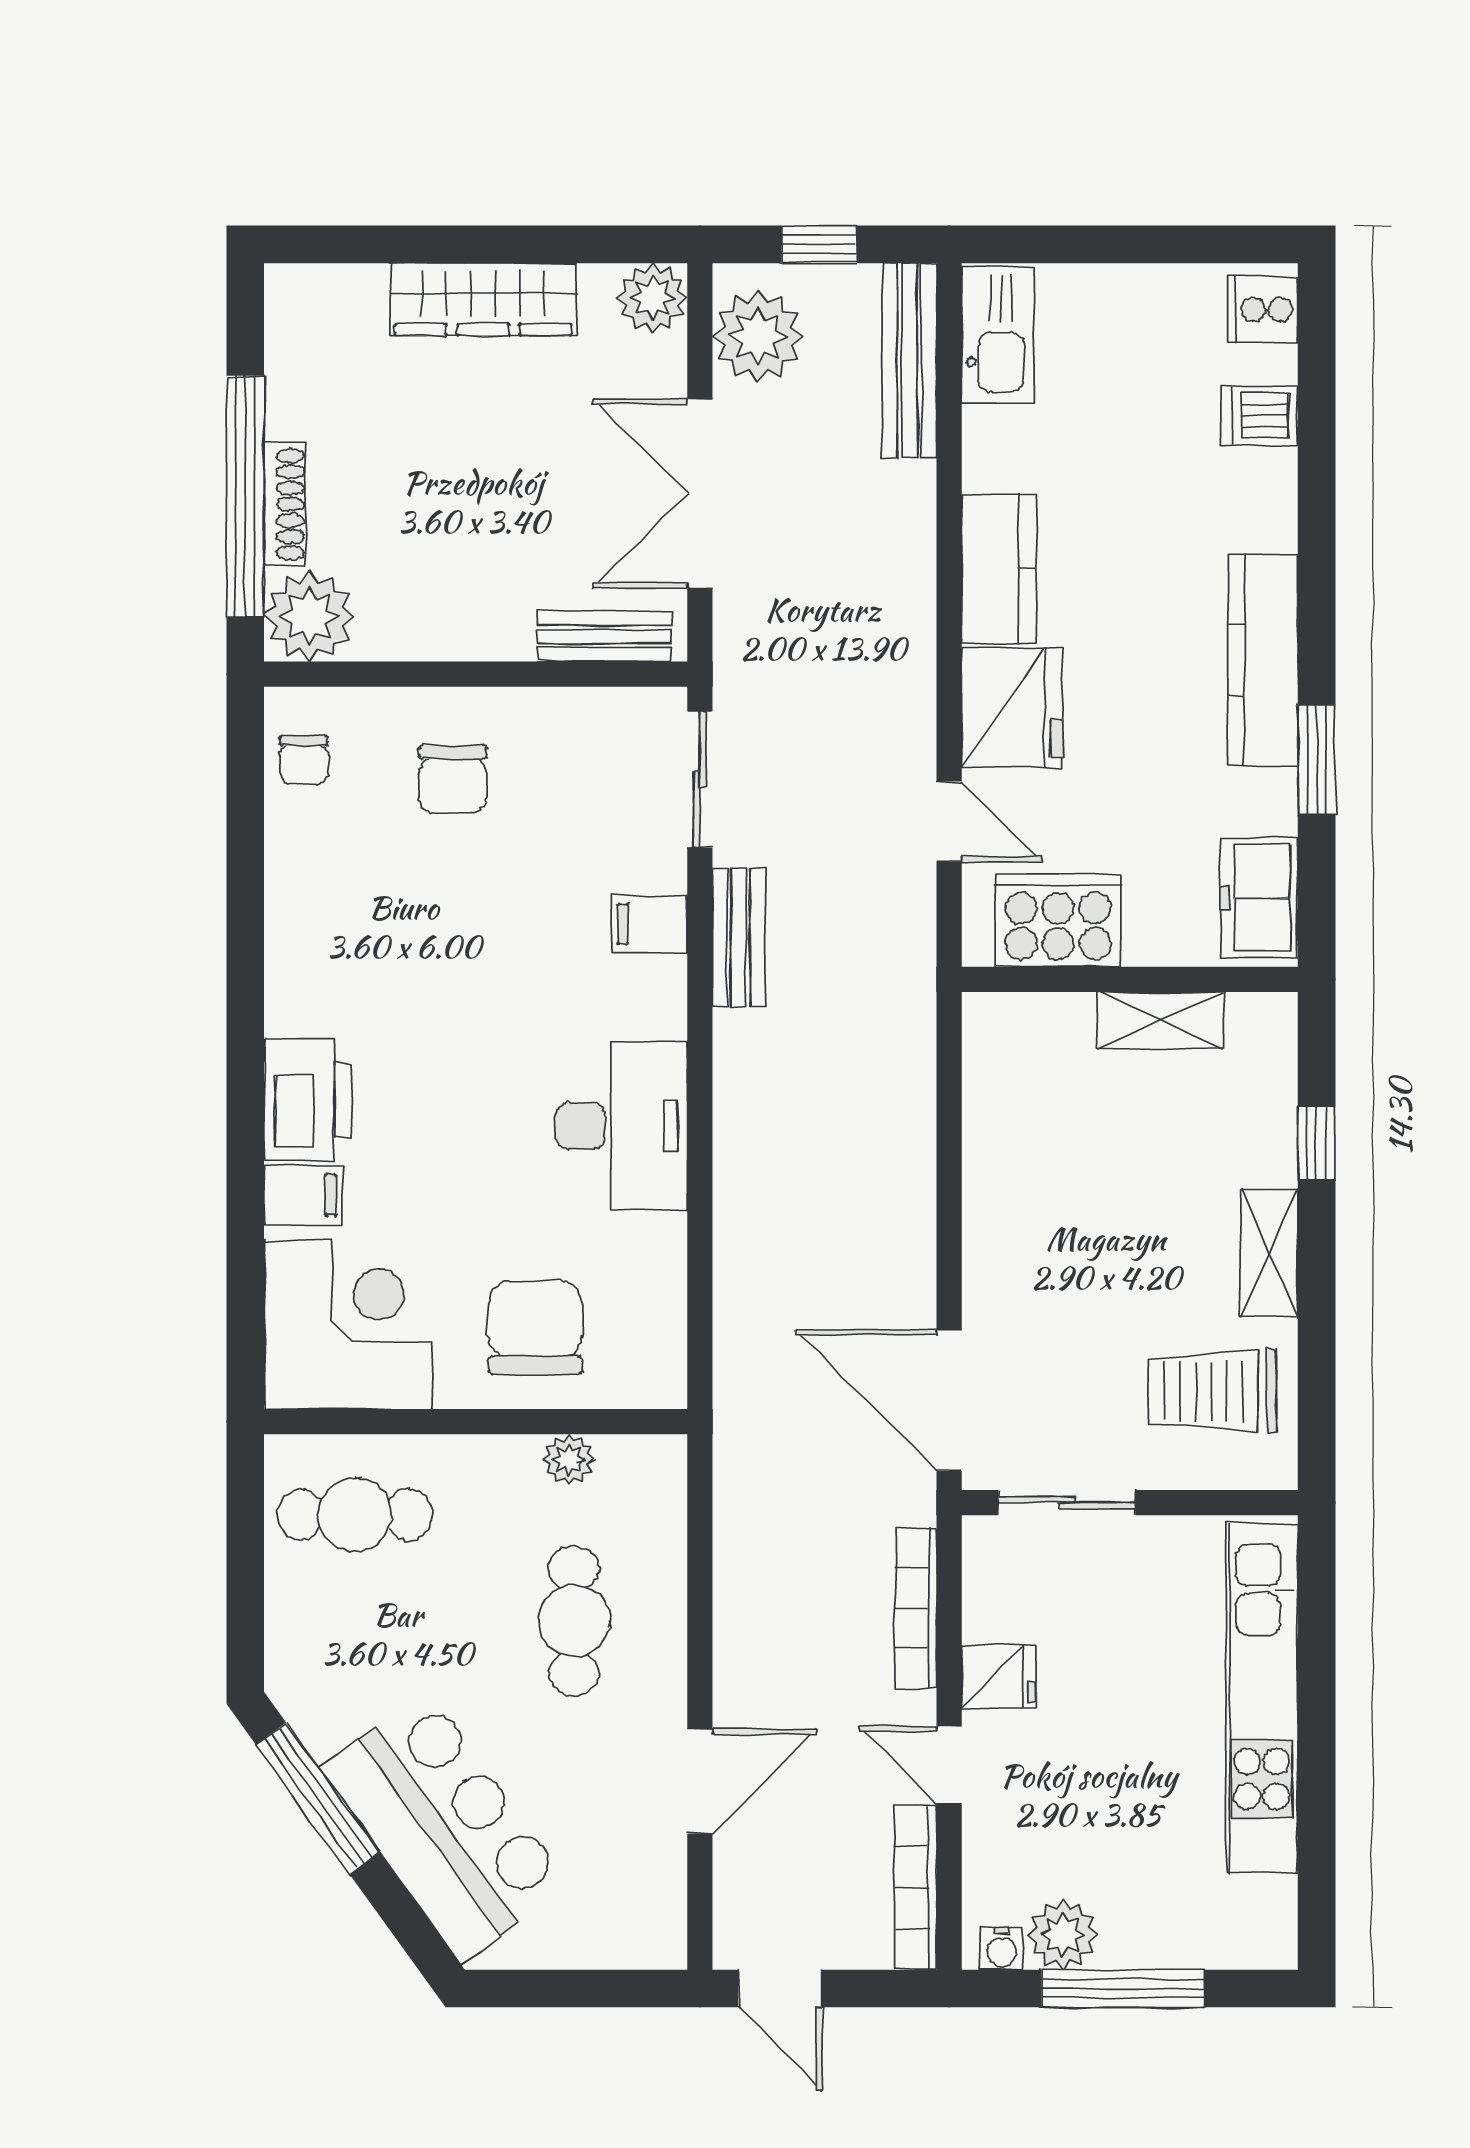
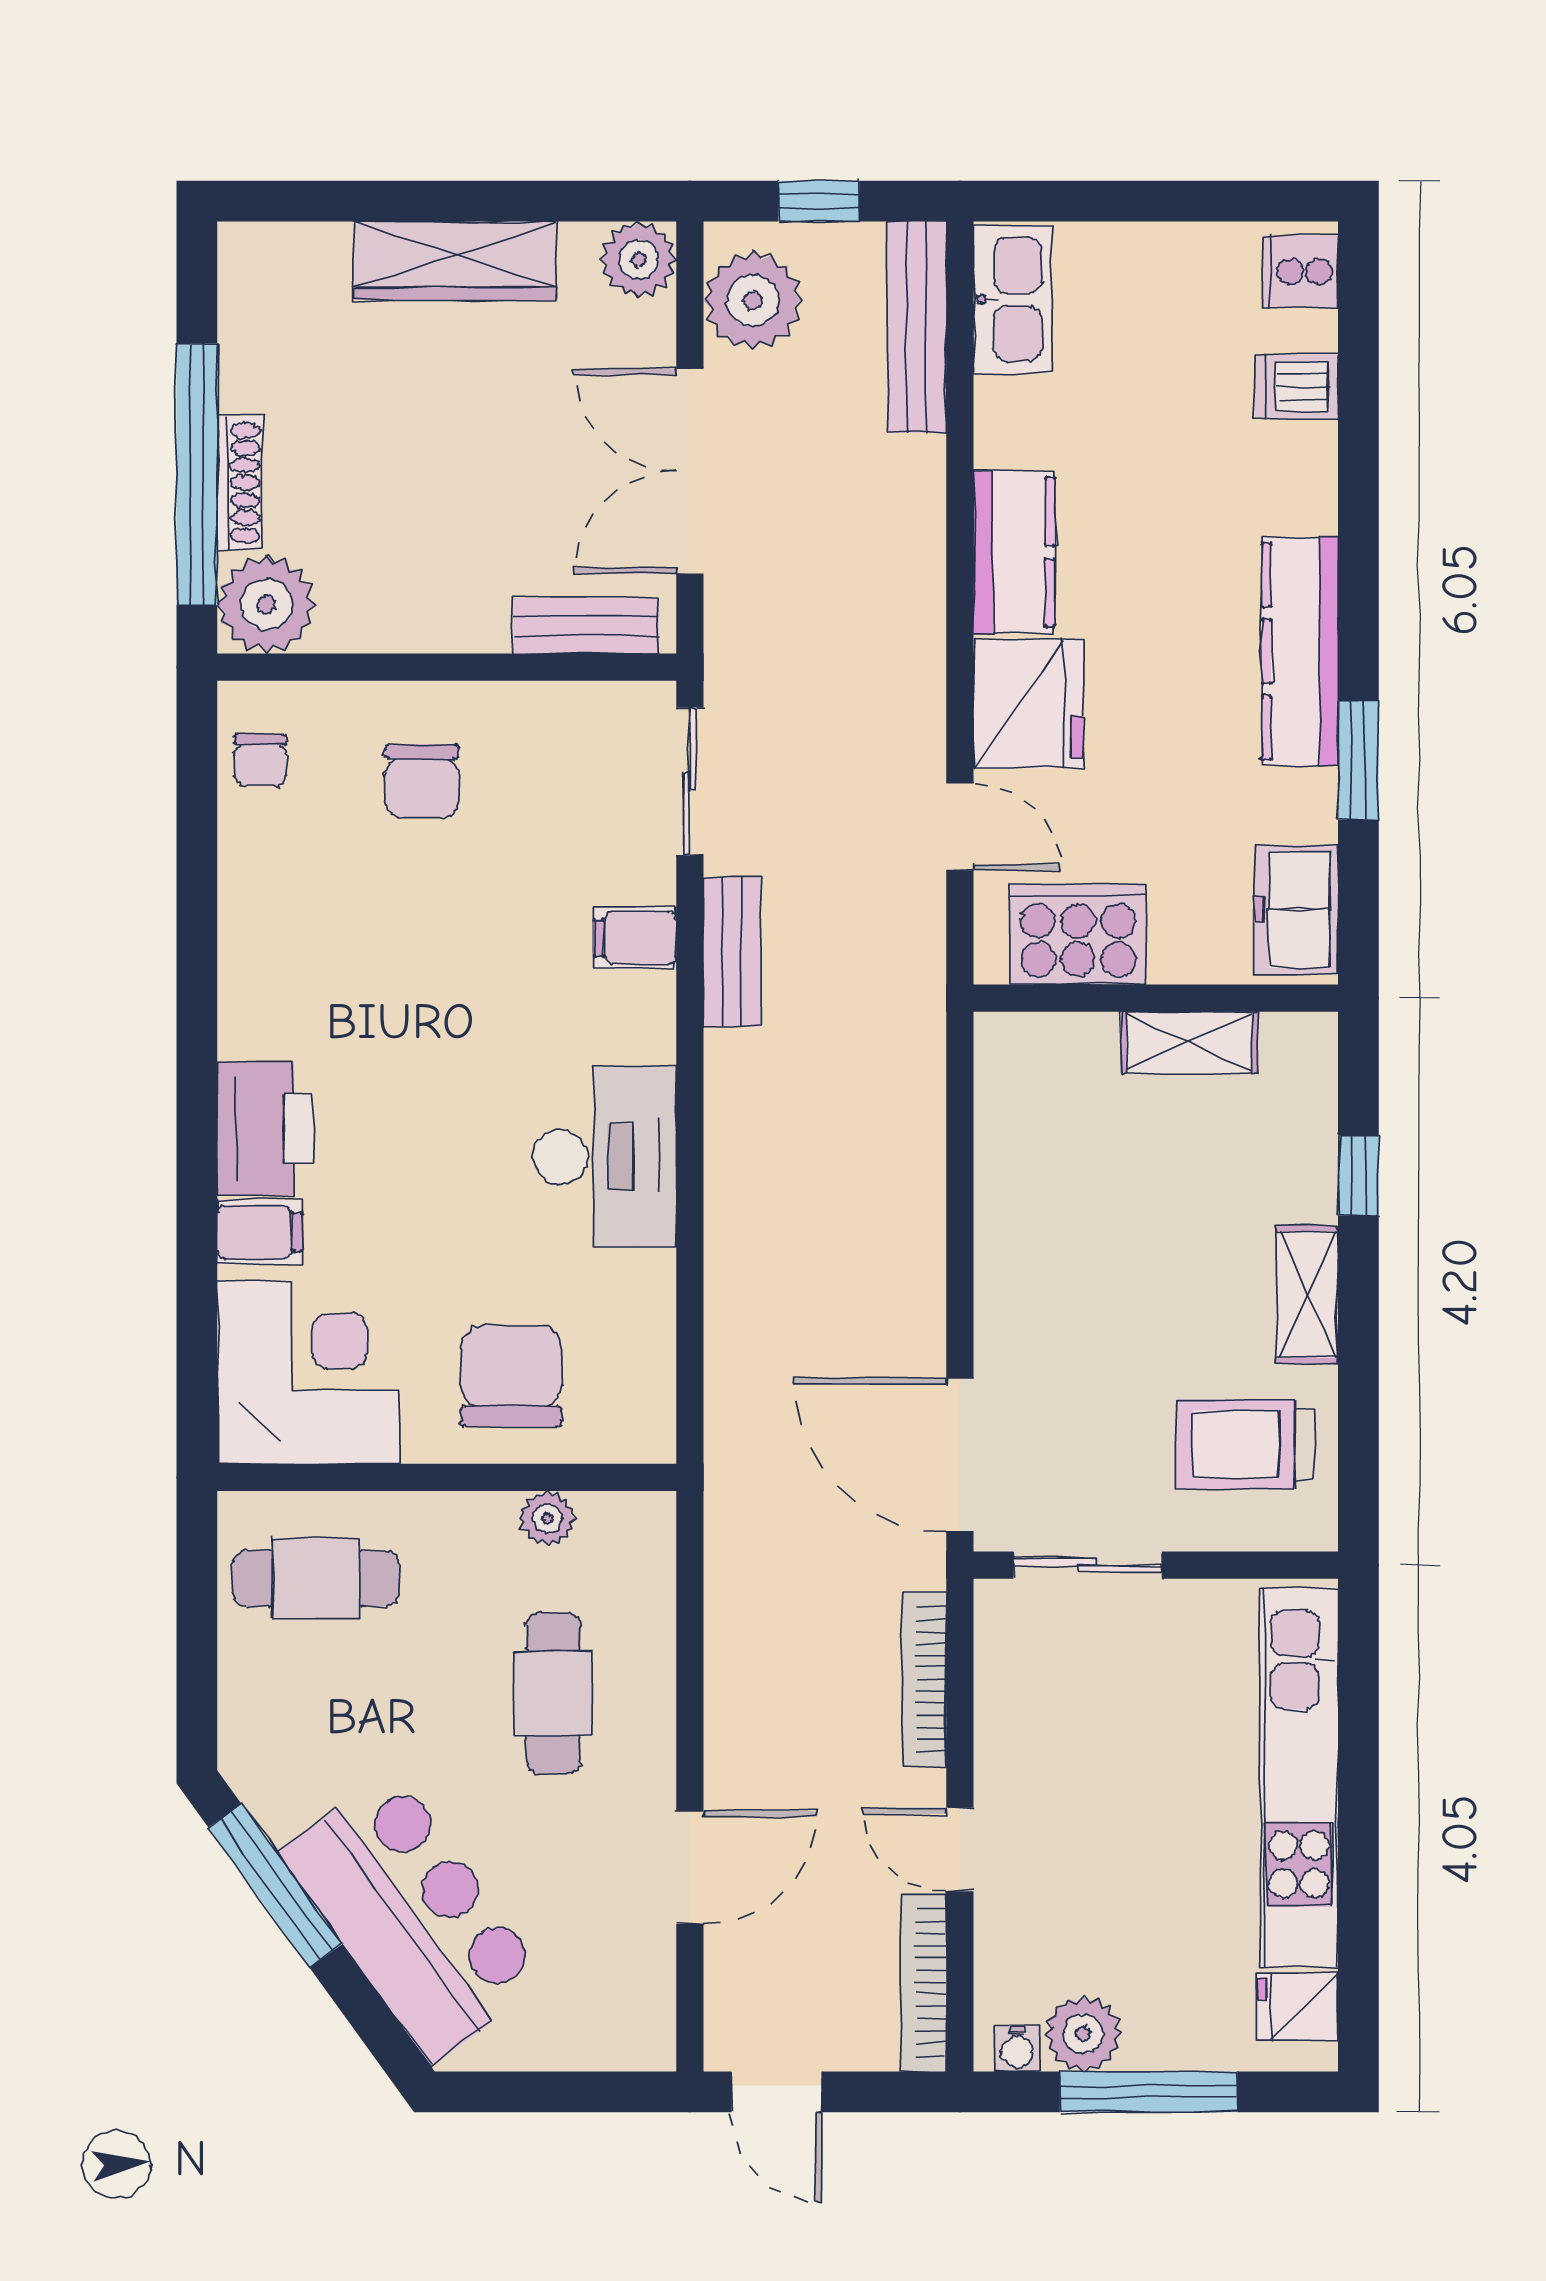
fridge: (999, 1676) -> (1298, 2006), moved, turned 180

